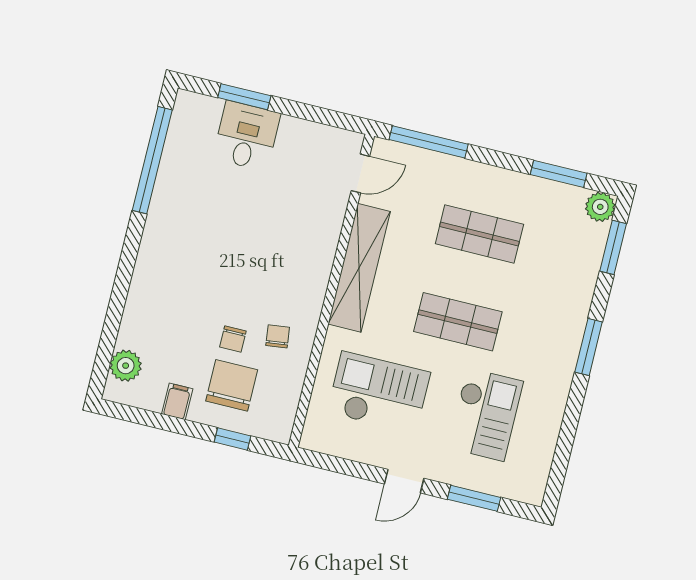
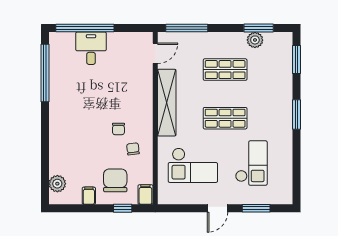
window: (244, 97) -> (85, 28), width x2.11
plant: (600, 207) -> (255, 40), moved
chair: (233, 339) -> (118, 129), moved
checkout: (379, 393) -> (193, 165), turned 180
filing cabinet: (280, 424) -> (145, 194), added

